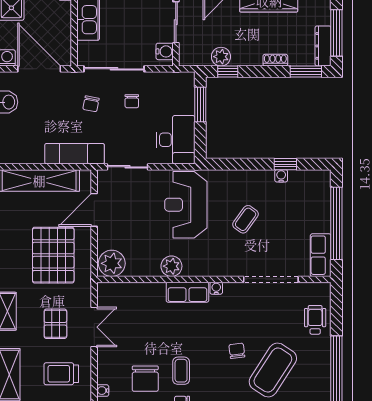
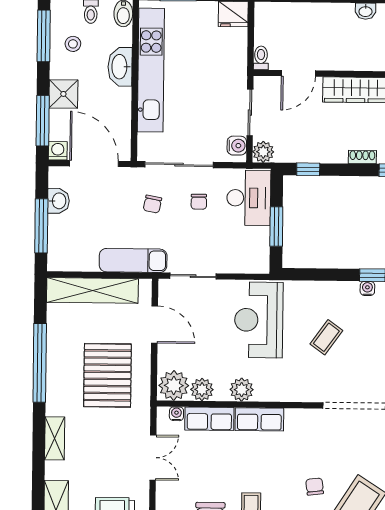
plant: (221, 57) -> (263, 152), moved
window: (200, 104) -> (276, 226), moved
desk: (176, 140) -> (249, 198), moved
door: (94, 210) -> (155, 325), swing flipped
plant: (137, 267) -> (202, 389), added
water cooler: (216, 288) -> (176, 414), moved
row of seats: (143, 292) -> (209, 419), added
pallet: (55, 324) -> (109, 453), removed

